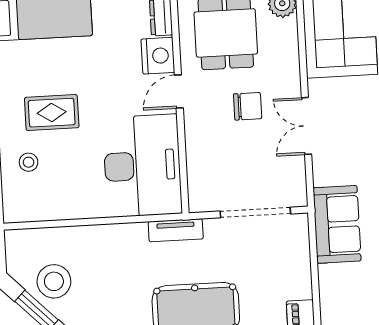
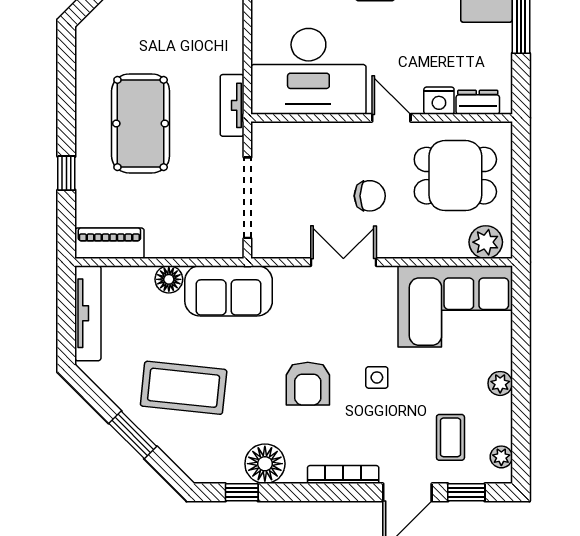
nightstand: (158, 56) -> (439, 101), width x0.74, depth x0.75
chair: (248, 106) -> (370, 196), turned -90
floor lamp: (330, 277) -> (169, 279), added

